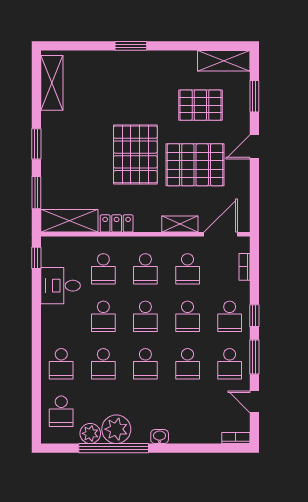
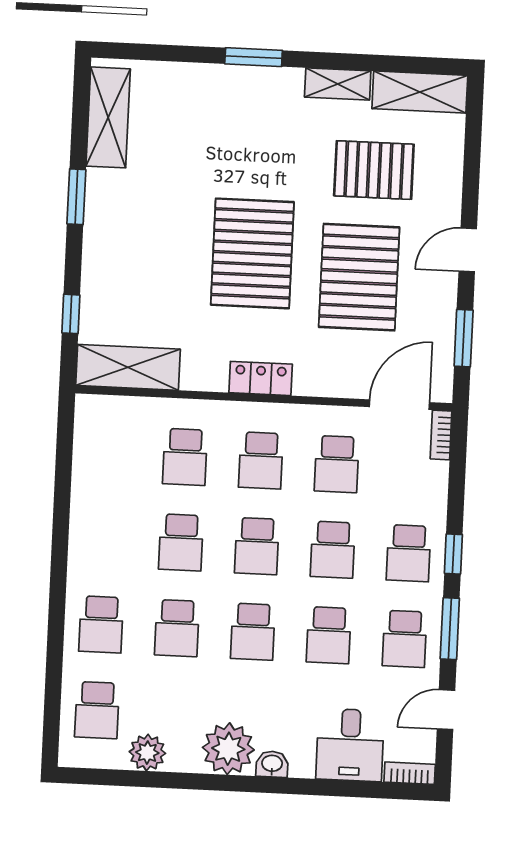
window: (254, 96) -> (464, 338), moved
window: (36, 144) -> (76, 197), moved
pallet: (195, 165) -> (359, 277), turned 90
window: (36, 193) -> (71, 314), width x0.67
locker: (117, 223) -> (261, 378), moved
shelving: (180, 224) -> (338, 84), moved
window: (36, 258) -> (65, 431), removed
bookcase: (244, 267) -> (441, 435), moved
desk: (61, 286) -> (350, 745), moved, turned -90
door: (254, 402) -> (446, 710), hinge flipped
plant: (116, 429) -> (228, 749), moved
window: (114, 448) -> (188, 781), removed

